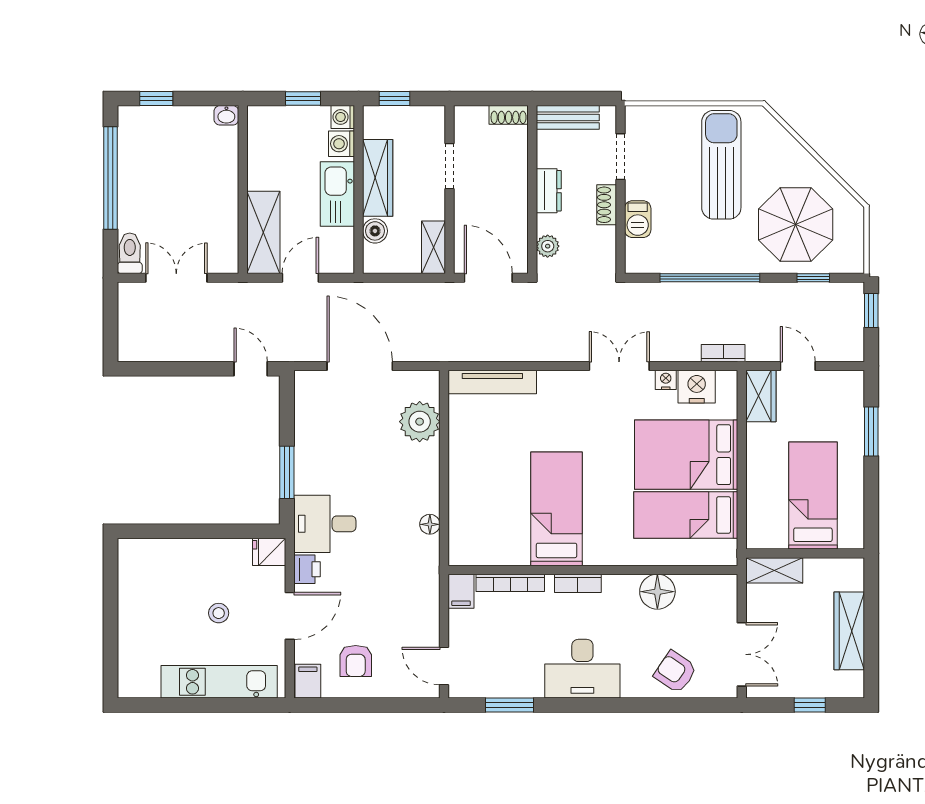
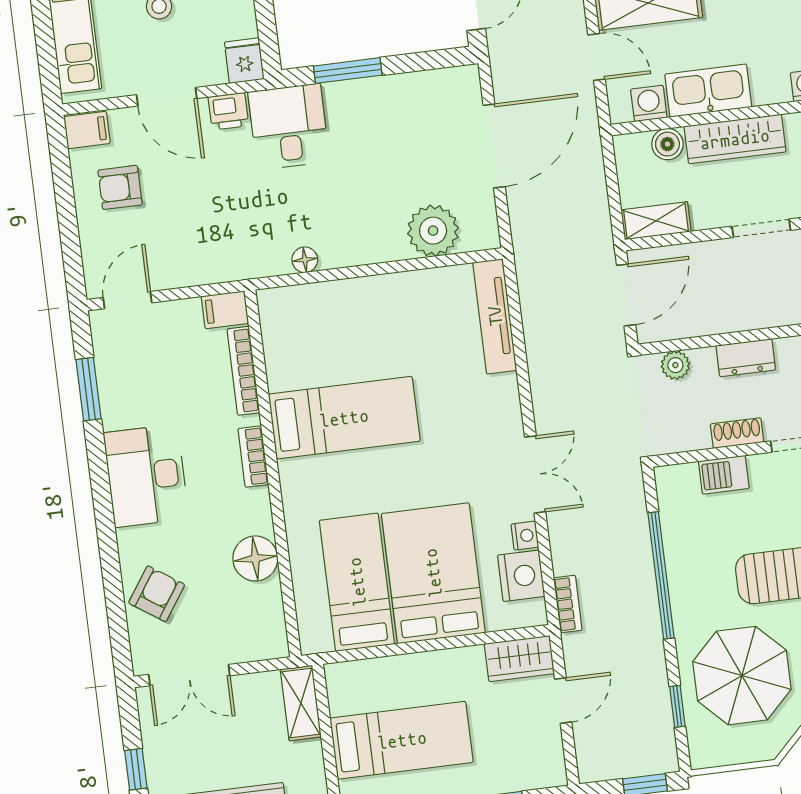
washing machine: (342, 144) -> (649, 103), moved

